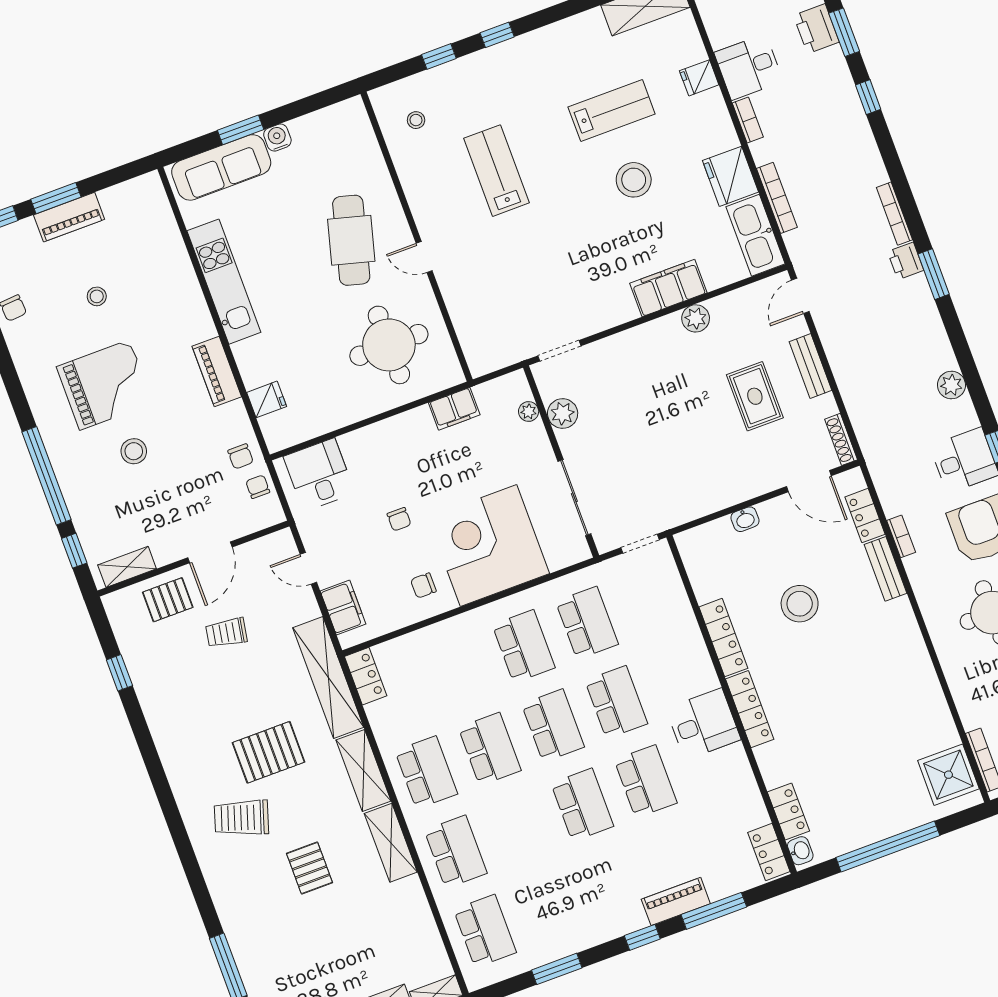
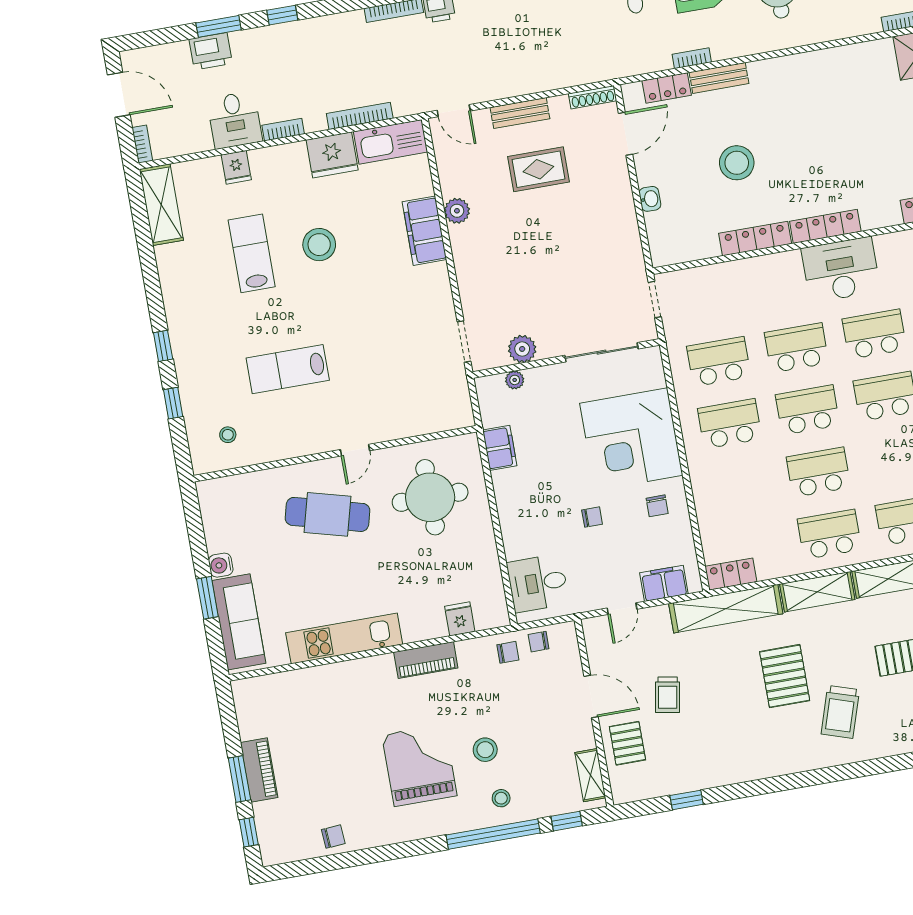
stool: (97, 296) -> (501, 798), moved
desk: (703, 724) -> (841, 270), width x1.37

